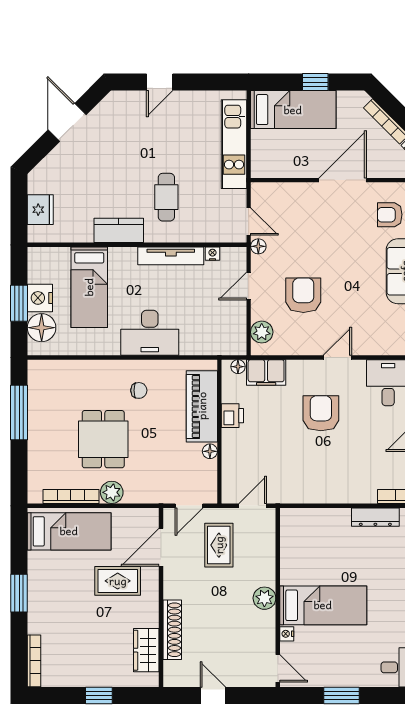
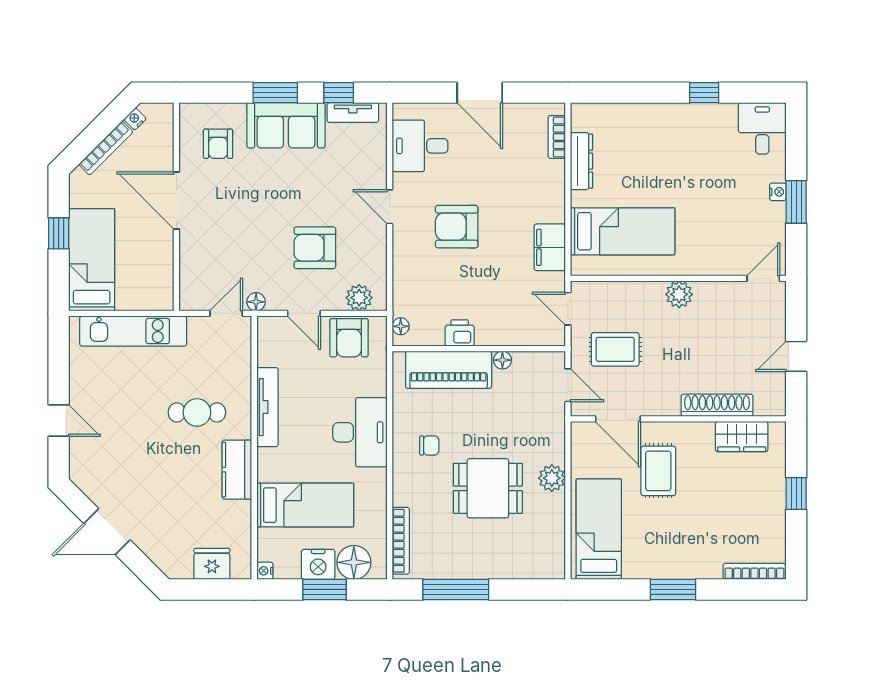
nightstand: (213, 254) -> (265, 571), moved
armchair: (228, 324) -> (349, 338), added
filing cabinet: (266, 373) -> (550, 247), moved, turned 180
chair: (139, 390) -> (429, 445), turned 90
bookcase: (71, 496) -> (401, 541), moved, turned 180
bed: (323, 605) -> (623, 231), moved, turned 90
nightstand: (287, 634) -> (778, 192), moved, turned -90

